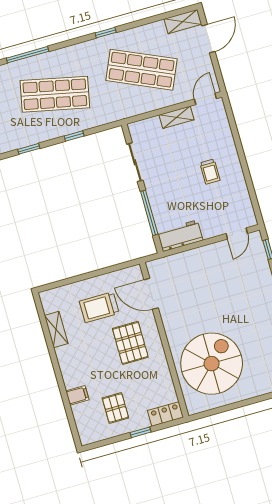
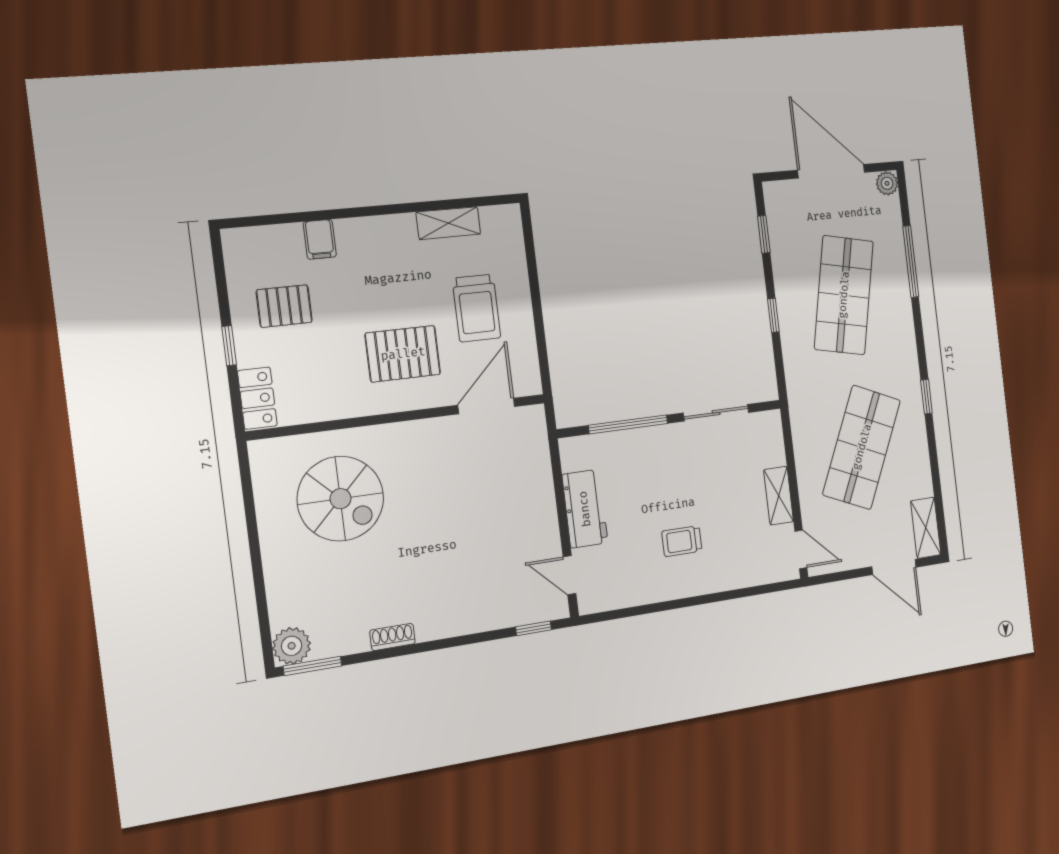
workbench: (180, 236) -> (585, 509), moved
trolley: (99, 307) -> (477, 308), turned 180
spiral stairs: (212, 364) -> (340, 499), width x0.73, depth x0.73

